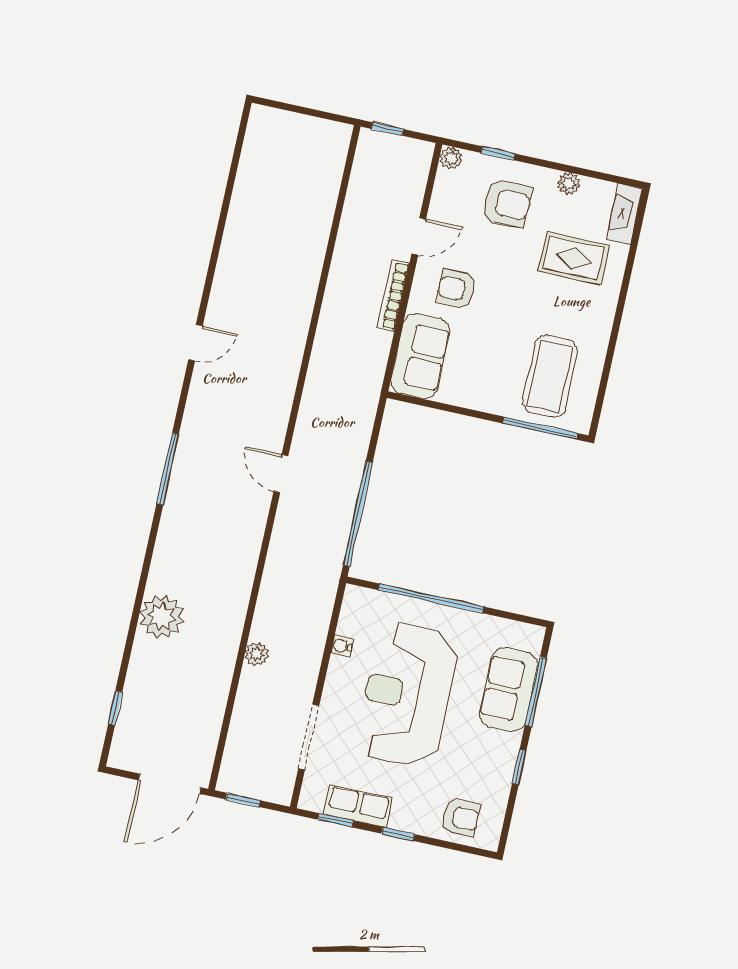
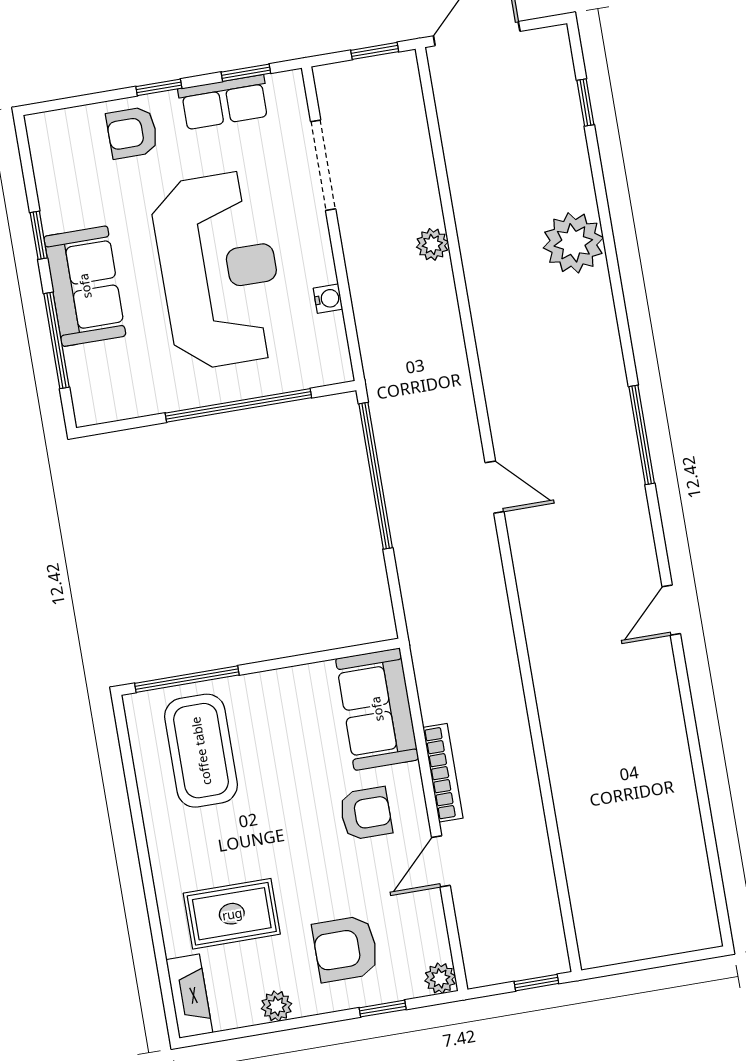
sofa: (509, 690) -> (85, 286), moved
armchair: (461, 818) -> (132, 133), moved

